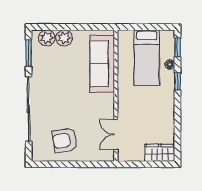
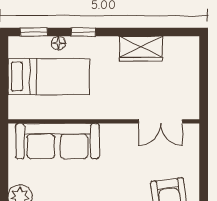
wardrobe: (160, 153) -> (141, 49), moved, turned -90

